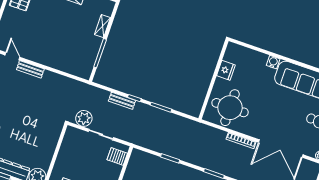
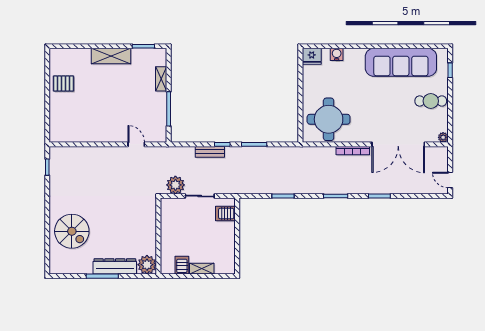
door: (12, 56) -> (136, 144), moved
water cooler: (273, 62) -> (337, 54), moved
bench: (30, 69) -> (100, 152), removed
fridge: (226, 70) -> (312, 56), moved, turned 90

